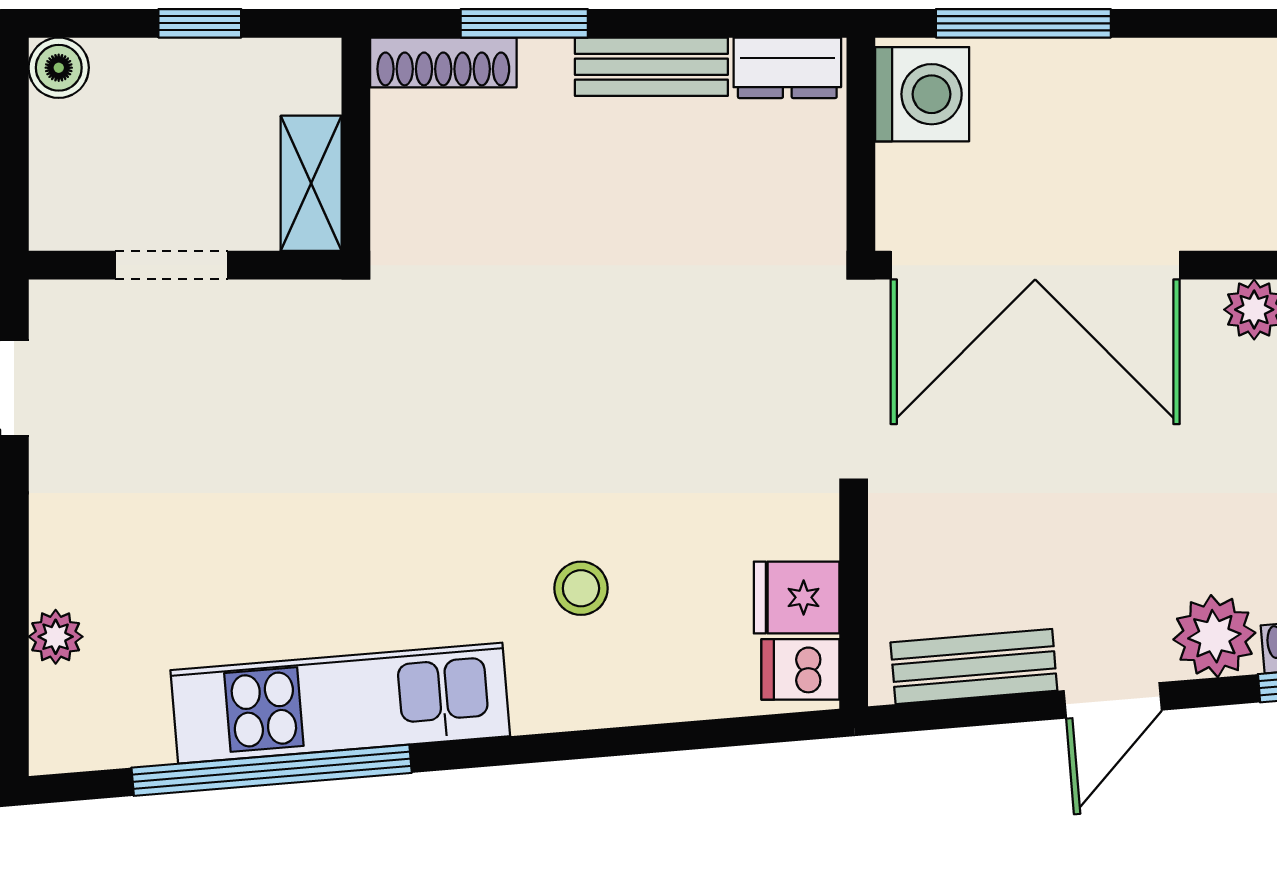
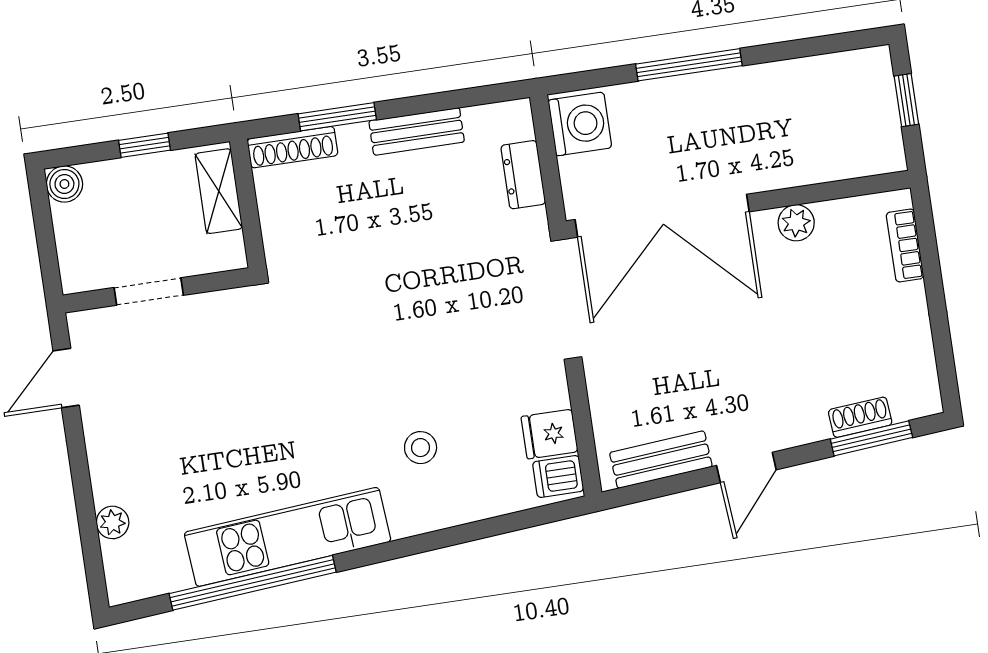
window: (1023, 23) -> (689, 65), moved
dresser: (787, 68) -> (523, 175), moved, turned 90
shelving: (311, 183) -> (219, 191), moved
plant: (1214, 636) -> (801, 420), removed

